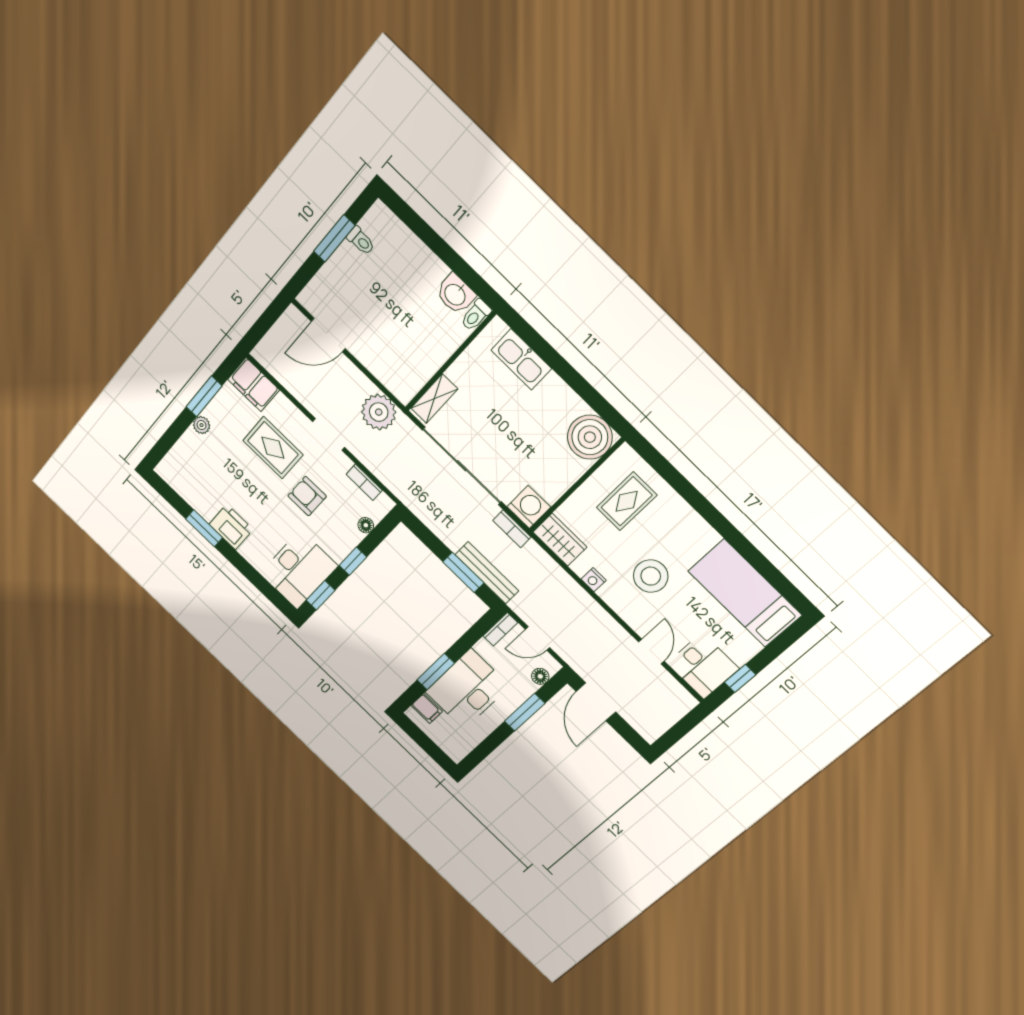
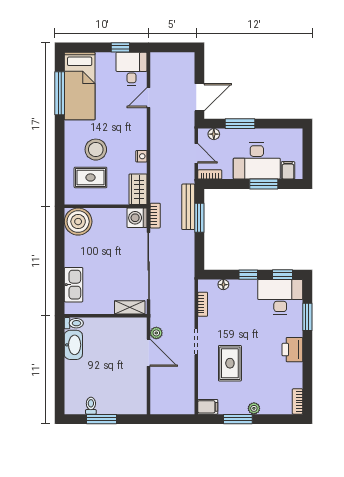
washbasin: (455, 294) -> (73, 345), width x1.38
door: (328, 335) -> (149, 353), moved
filing cabinet: (253, 385) -> (208, 407), width x0.50
plant: (379, 412) -> (156, 333), width x0.53, depth x0.53
bookcase: (171, 478) -> (297, 401), added
armchair: (307, 496) -> (238, 326), removed
window: (204, 528) -> (307, 317), moved
window: (761, 563) -> (60, 93), added
stool: (651, 576) -> (96, 150), moved

